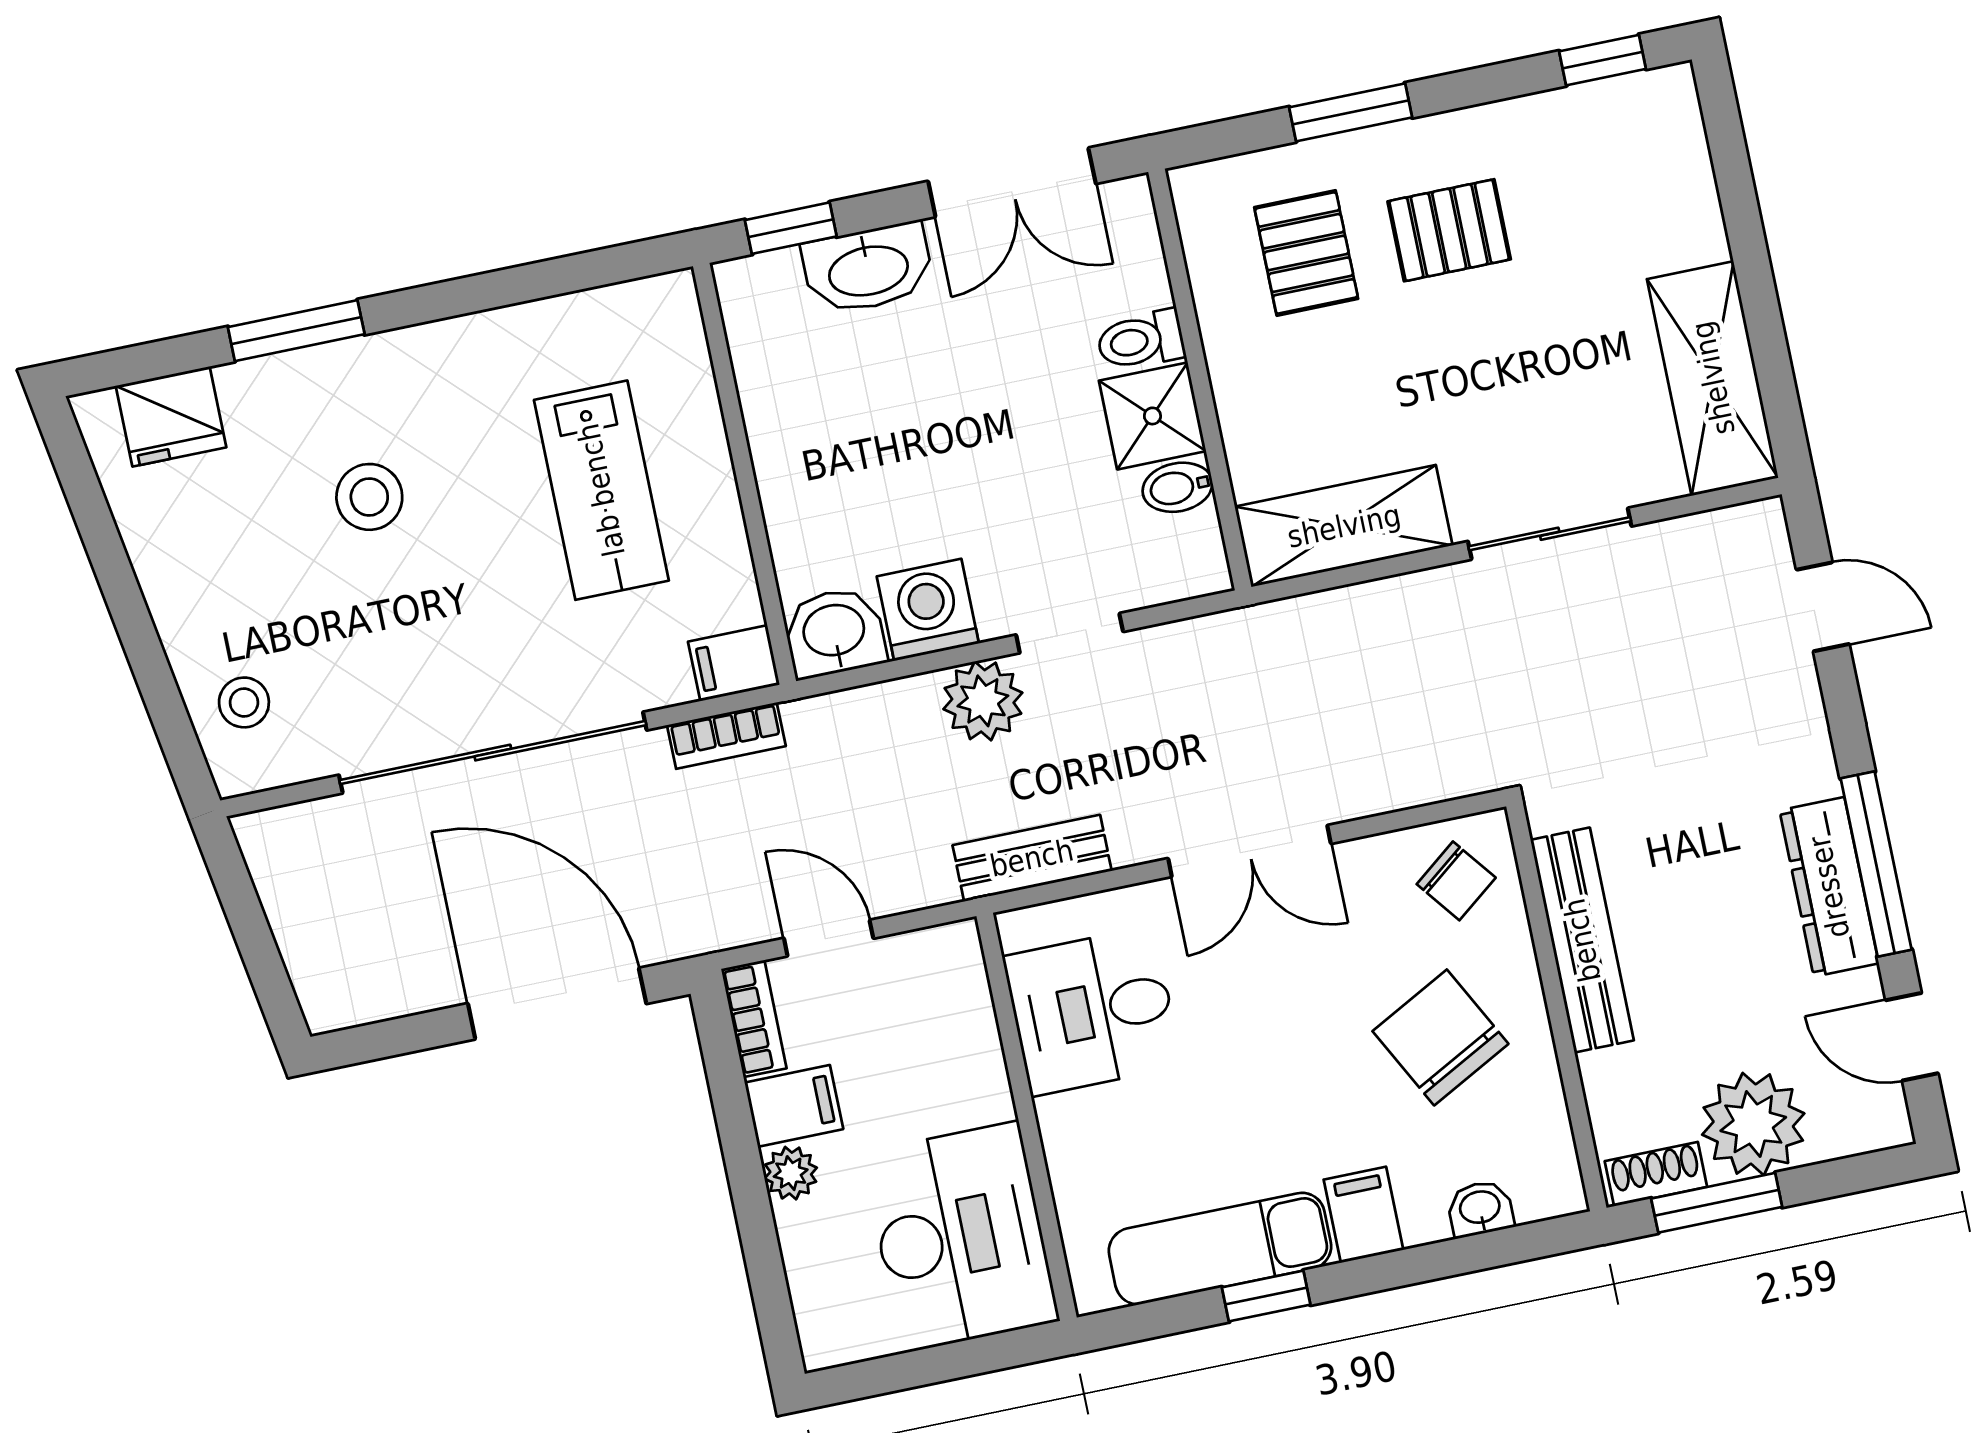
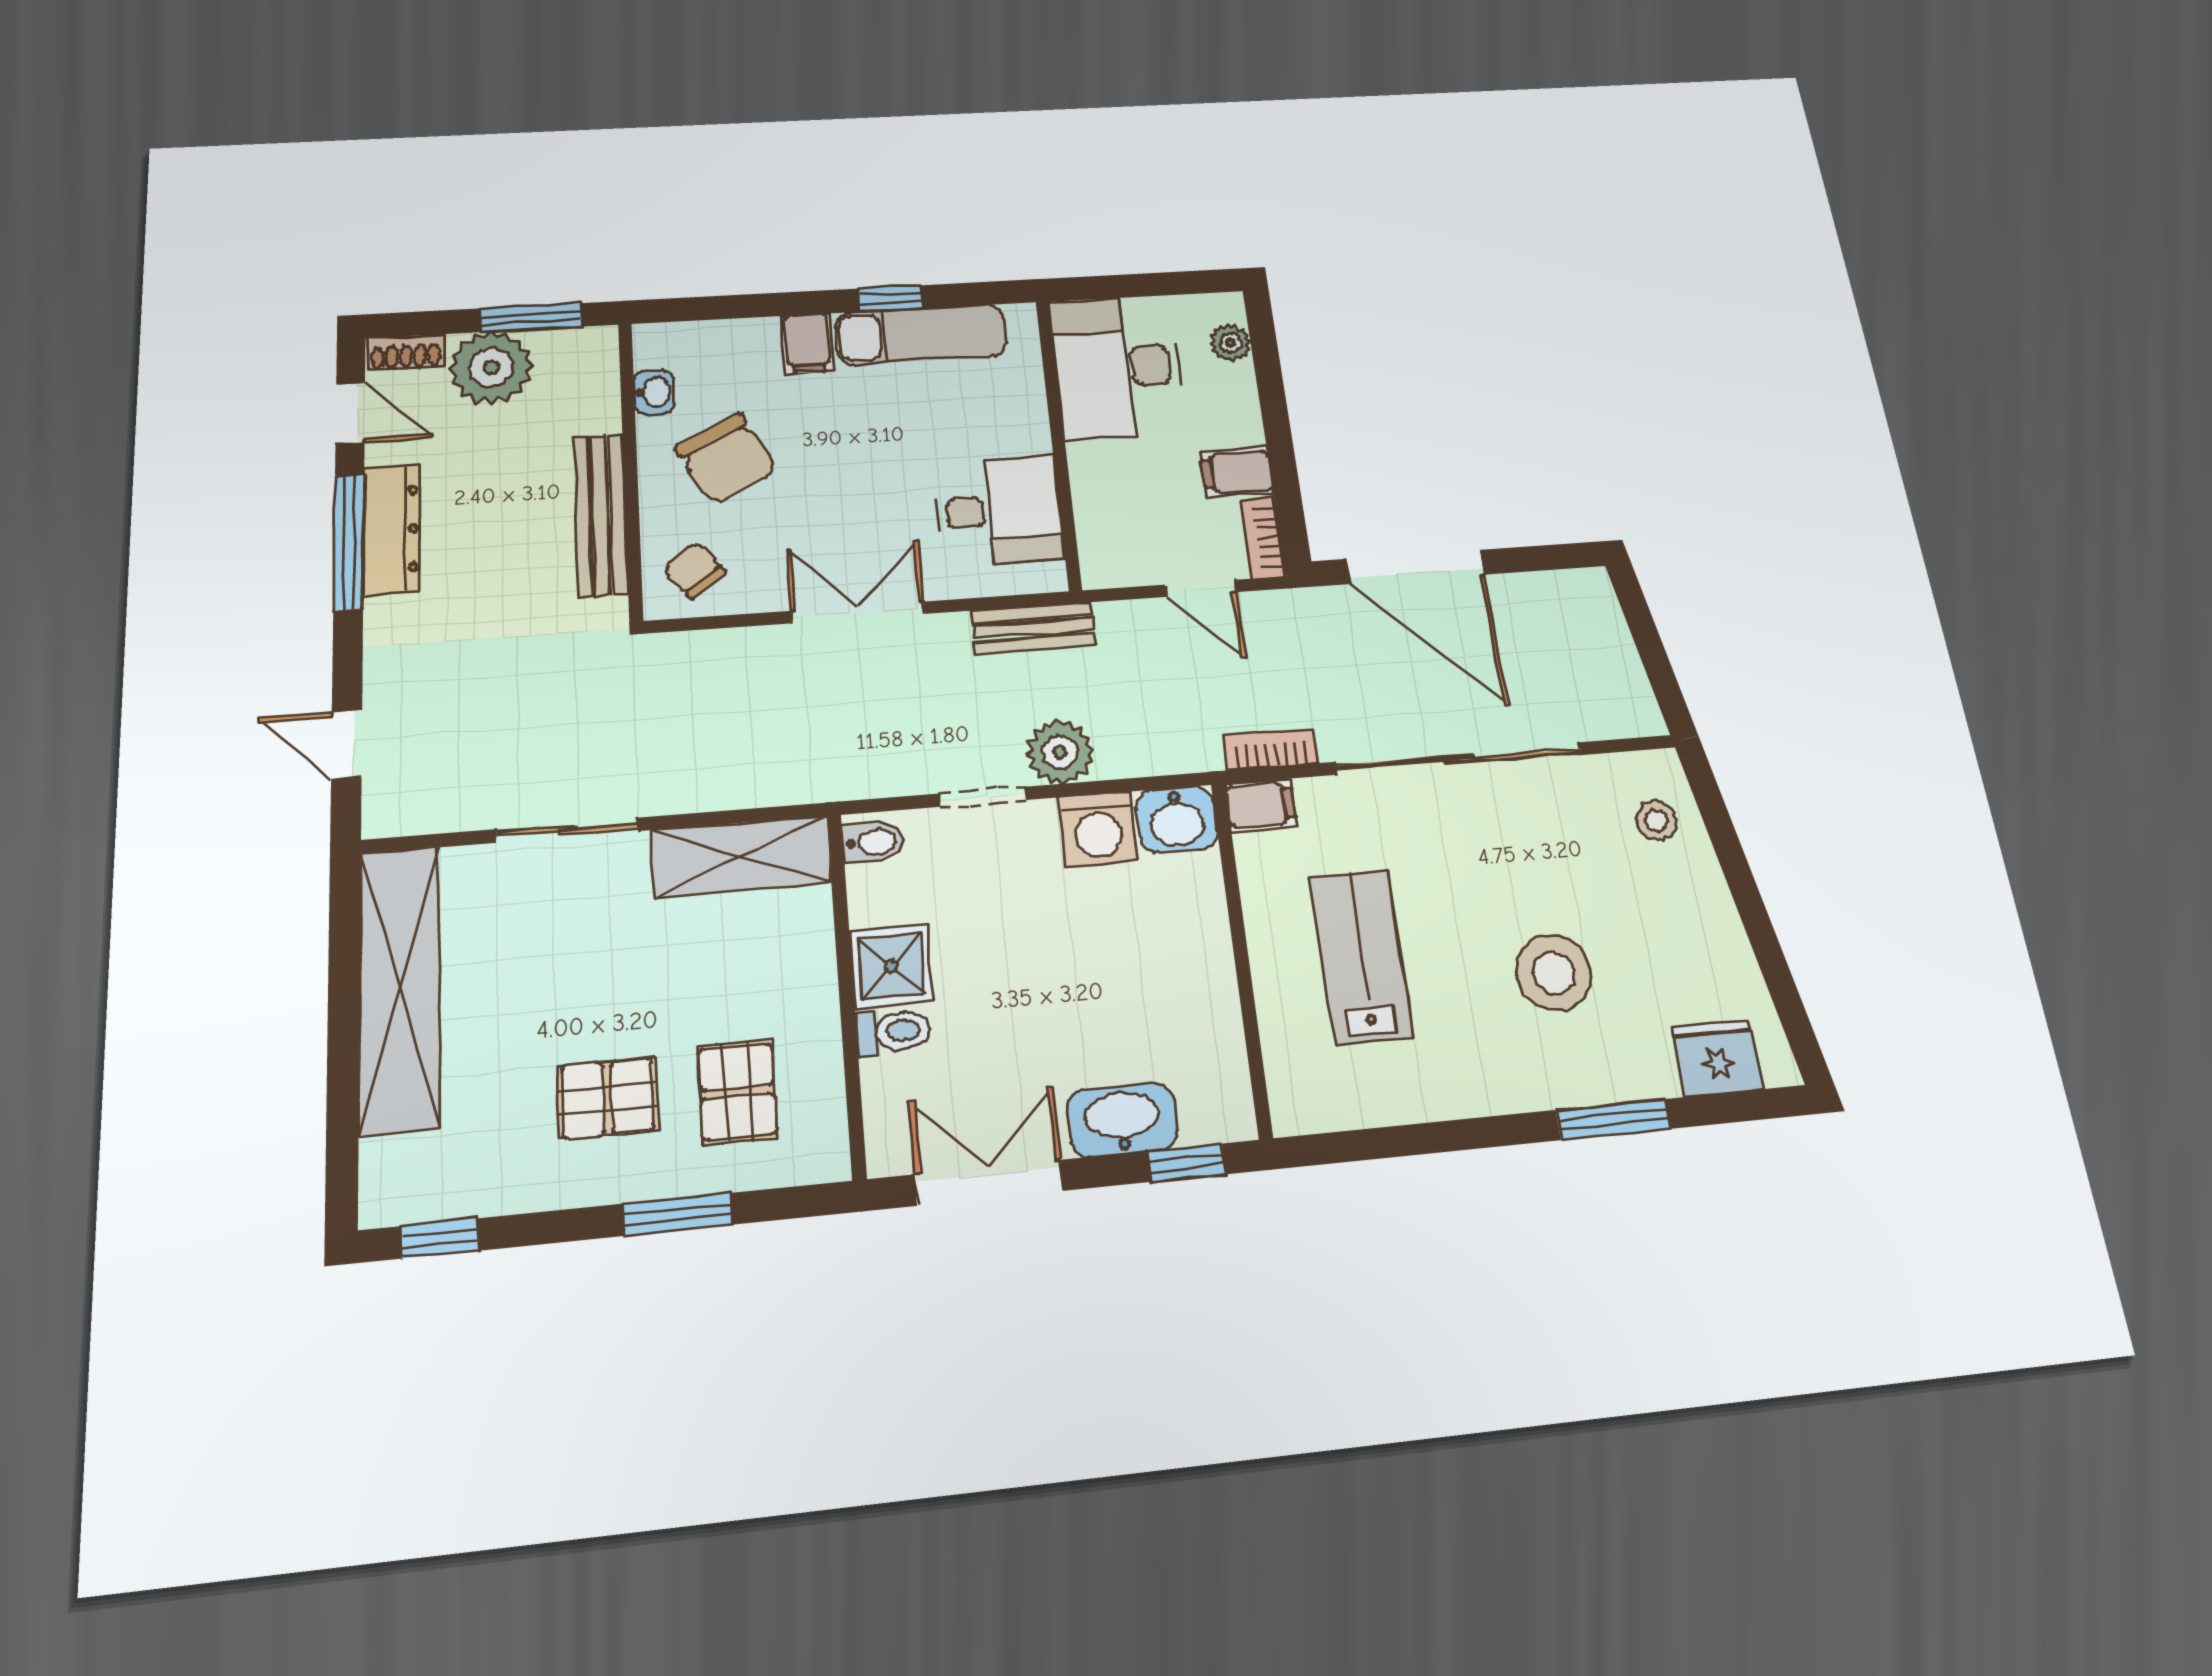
shelving: (1713, 378) -> (400, 988), width x1.47
bidet: (1177, 487) -> (873, 842), moved
stool: (369, 497) -> (1554, 973), width x1.38, depth x1.38
plant: (791, 1173) -> (1231, 343), moved
shoe rack: (1656, 1174) -> (406, 352), moved
washbasin: (1480, 1209) -> (654, 392), moved, turned -90

